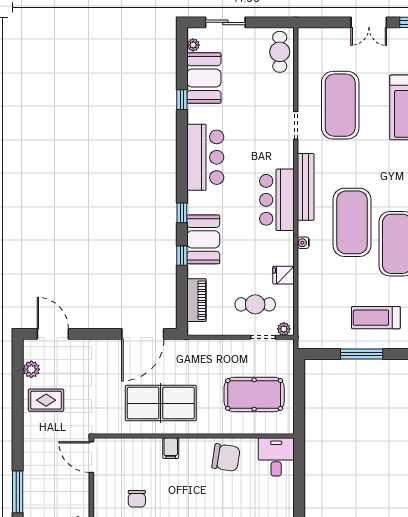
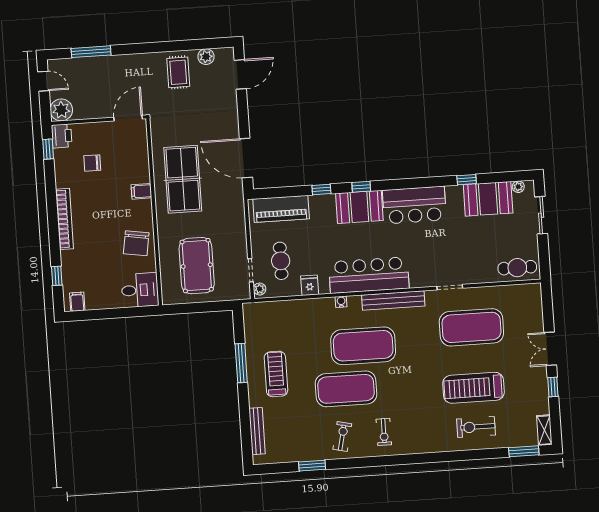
bar counter: (277, 200) -> (369, 275), width x1.36
booth: (203, 239) -> (359, 207), moved
piano: (196, 300) -> (281, 209), width x1.37, depth x1.33

